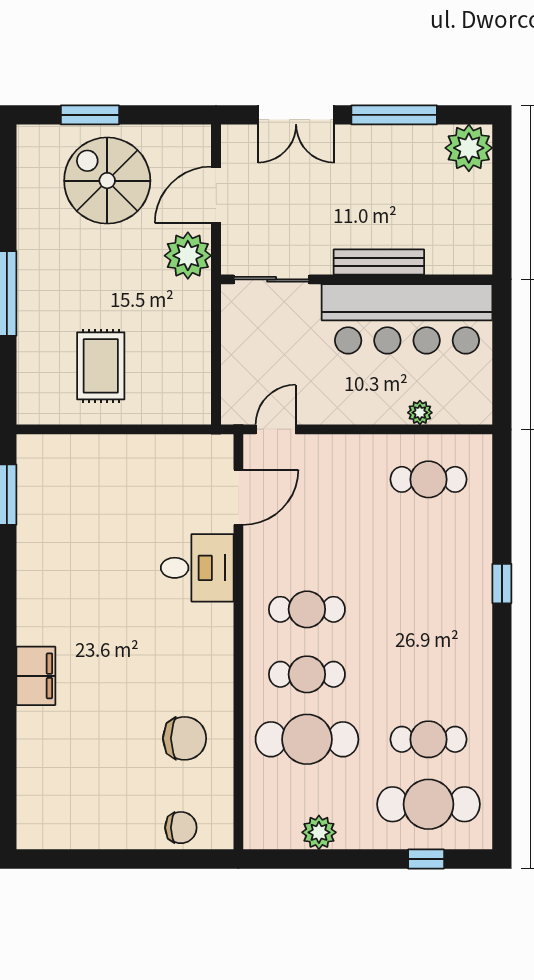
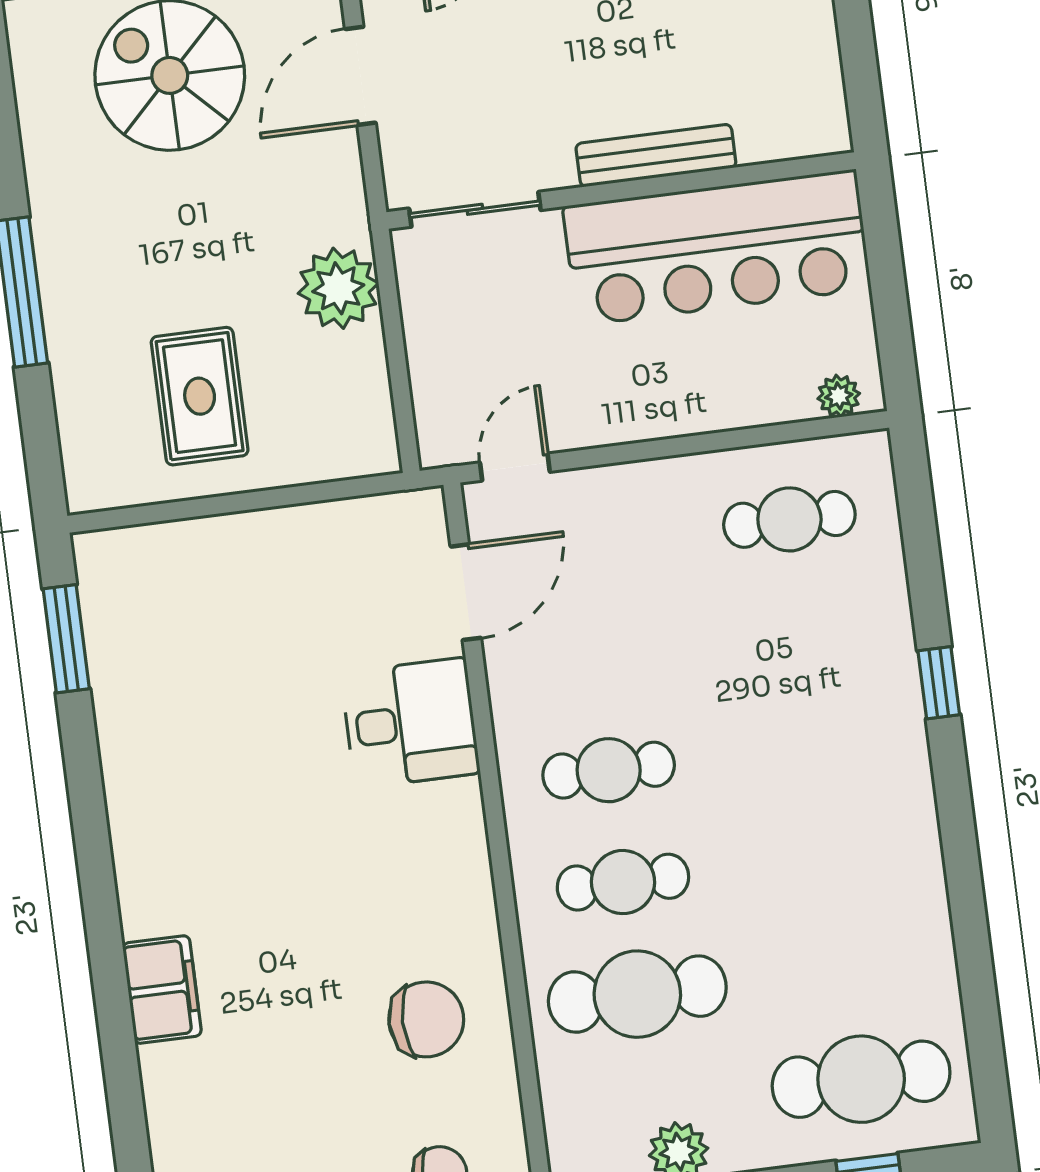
plant: (188, 256) -> (338, 288), moved
plant: (420, 413) -> (839, 396), moved
filing cabinet: (36, 676) -> (162, 990), moved
cafe table: (428, 739) -> (847, 967), removed

